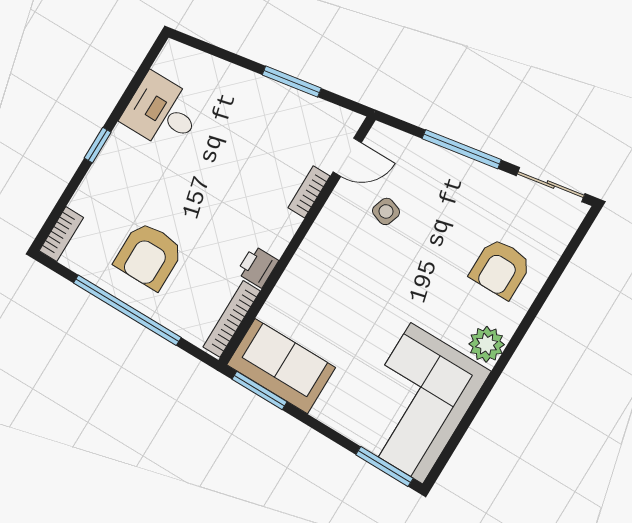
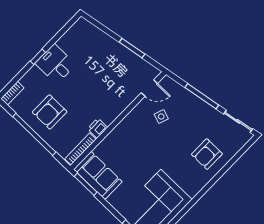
desk: (162, 112) -> (55, 64), moved
bookcase: (309, 192) -> (128, 100), removed
plant: (487, 344) -> (193, 187), removed

